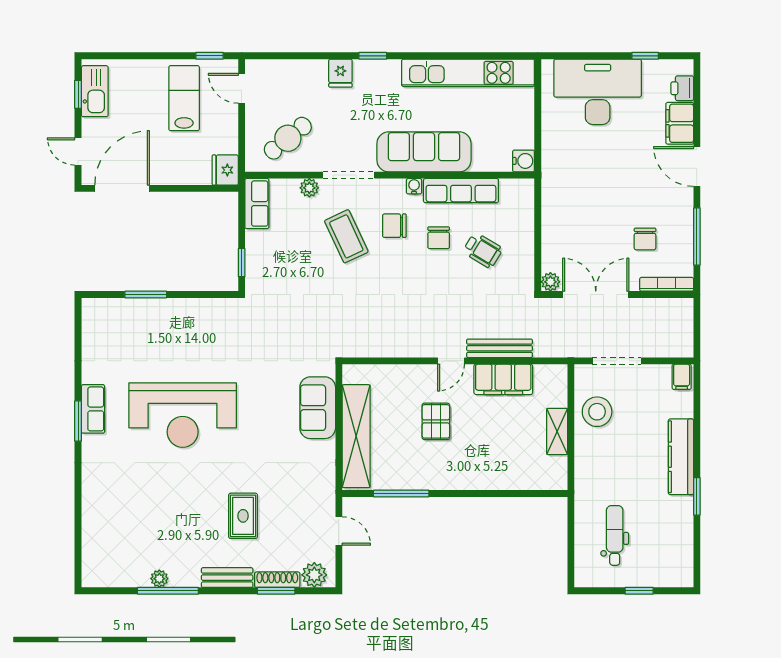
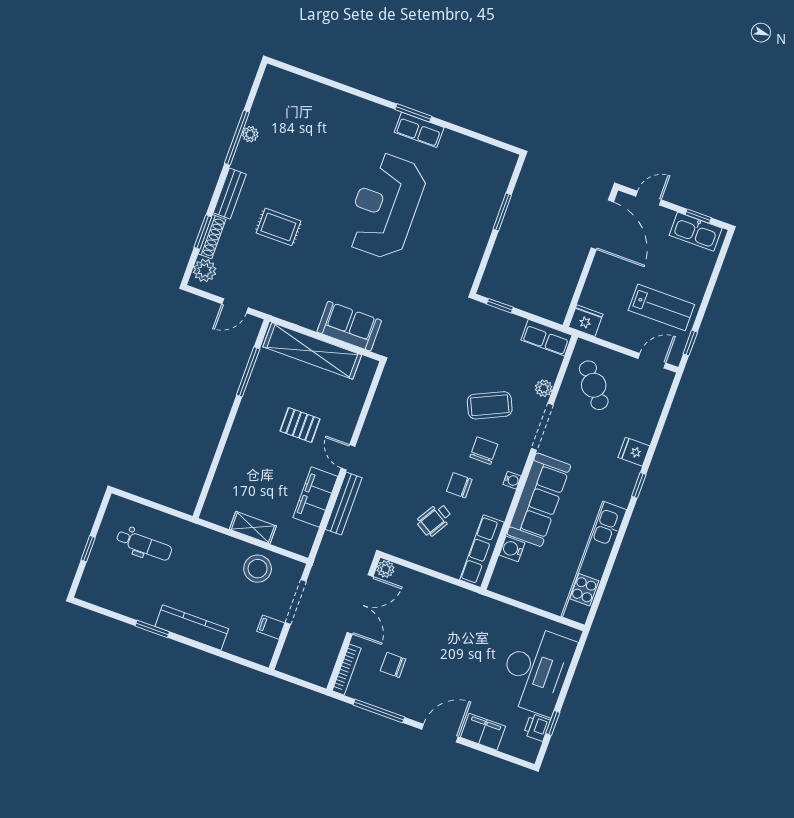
printer: (682, 88) -> (537, 727), moved, turned -90
water cooler: (524, 161) -> (512, 549), moved, turned 90
row of seats: (461, 191) -> (482, 551), moved
filing cabinet: (682, 377) -> (271, 627), moved

